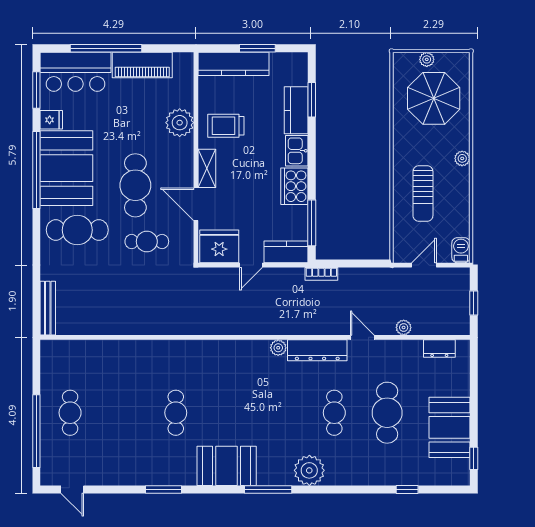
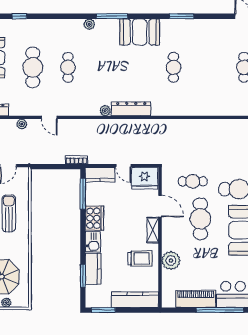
window: (257, 48) -> (103, 310), moved
door: (251, 265) -> (123, 166), swing flipped
dresser: (317, 350) -> (131, 109), moved
plant: (309, 470) -> (89, 24), width x0.53, depth x0.53

